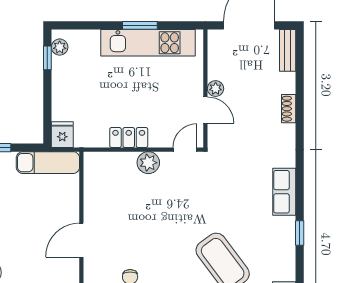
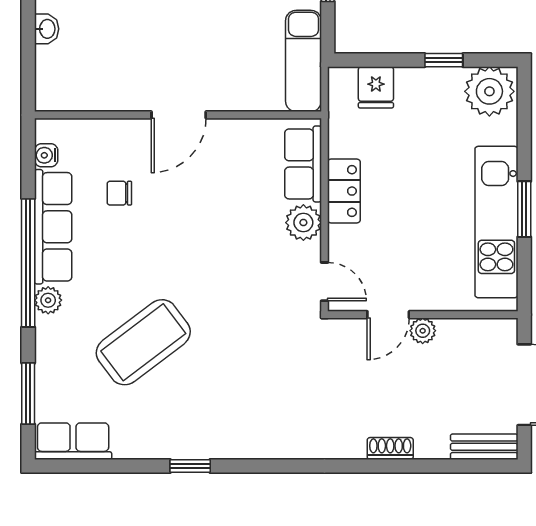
plant: (60, 47) -> (489, 91), width x1.88, depth x1.88
window: (47, 58) -> (444, 60), moved
fridge: (62, 135) -> (376, 87), moved, turned 90
row of seats: (284, 192) -> (303, 164), moved, turned -90
door: (81, 240) -> (179, 115), swing flipped

